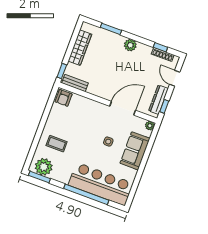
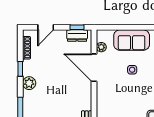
window: (160, 47) -> (20, 69), moved
dresser: (158, 100) -> (77, 36), width x0.70
plant: (150, 126) -> (101, 47), moved

